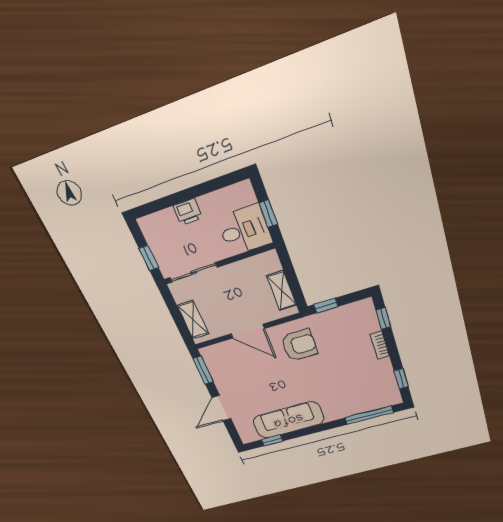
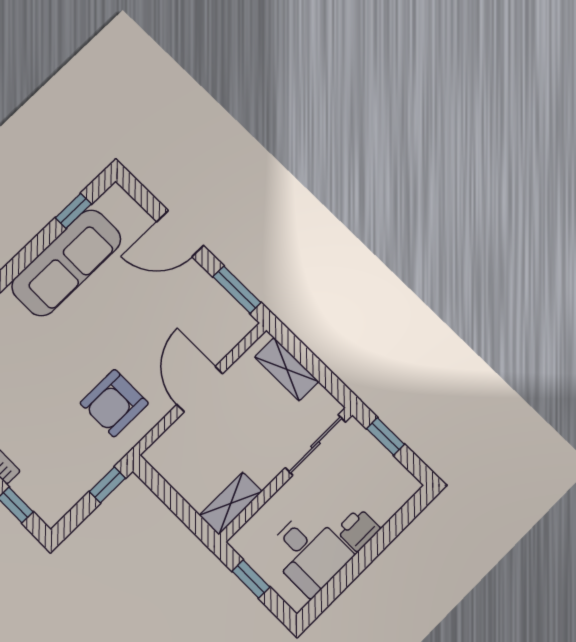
desk: (244, 230) -> (309, 553), moved, turned -90
shelving: (282, 291) -> (231, 503), moved, turned 90
door: (248, 331) -> (200, 389), hinge flipped
door: (221, 408) -> (180, 234), swing flipped

